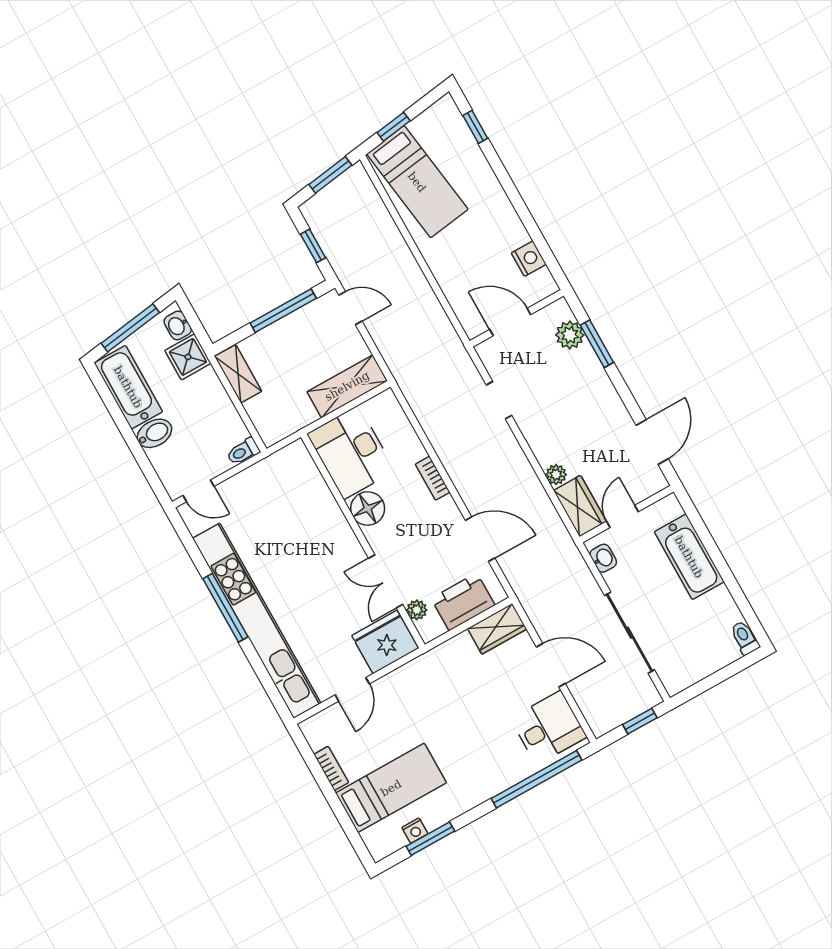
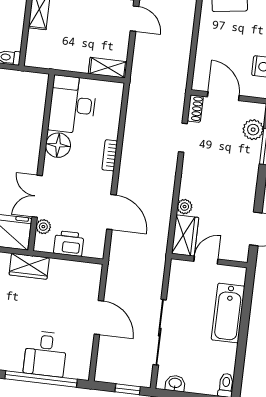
shoe rack: (489, 358) -> (195, 109), added
shelving: (347, 386) -> (108, 68), width x0.67, depth x0.75
washbasin: (603, 558) -> (175, 383), moved, turned -90
printer: (463, 602) -> (69, 243), width x0.73, depth x0.84
wardrobe: (497, 629) -> (29, 266), moved
desk: (549, 728) -> (45, 354), moved, turned 90

